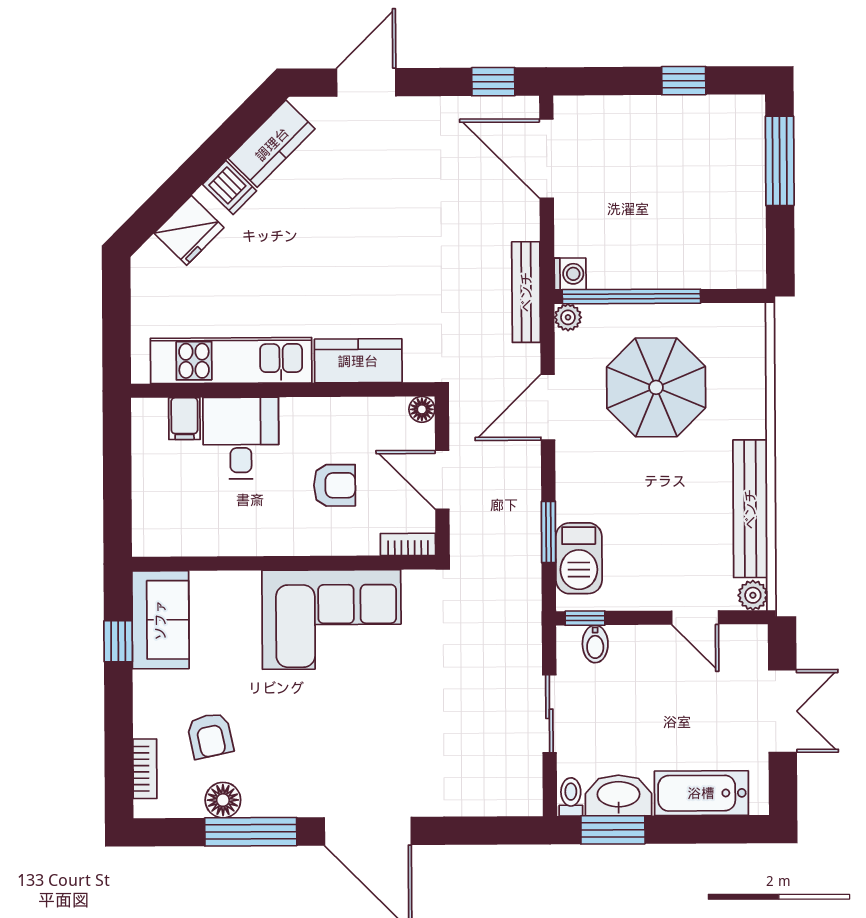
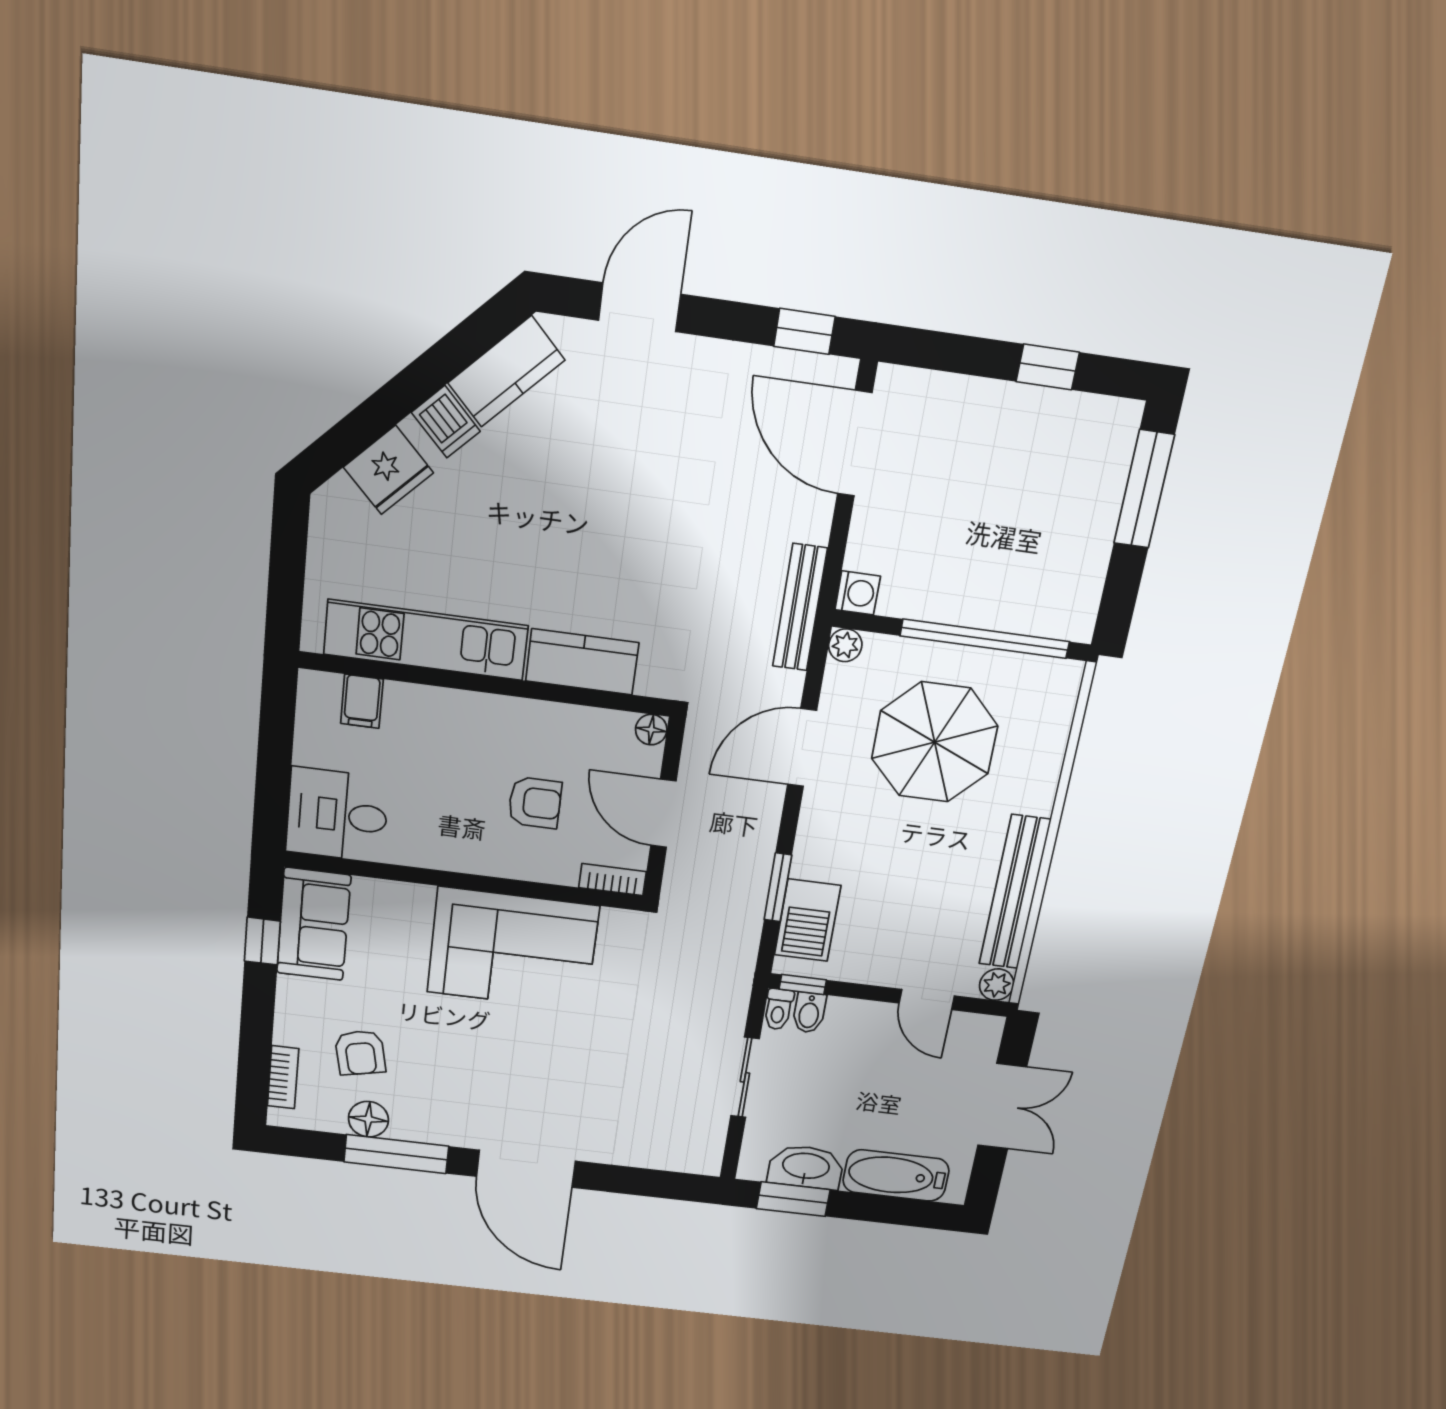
window: (631, 296) -> (985, 639), moved
desk: (241, 438) -> (337, 815), moved, turned -90
toilet: (571, 797) -> (778, 1009), moved, turned 180

